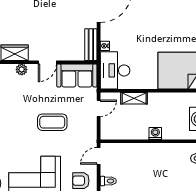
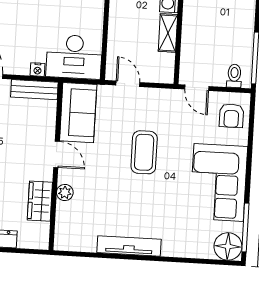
shelving: (134, 98) -> (168, 33), moved

